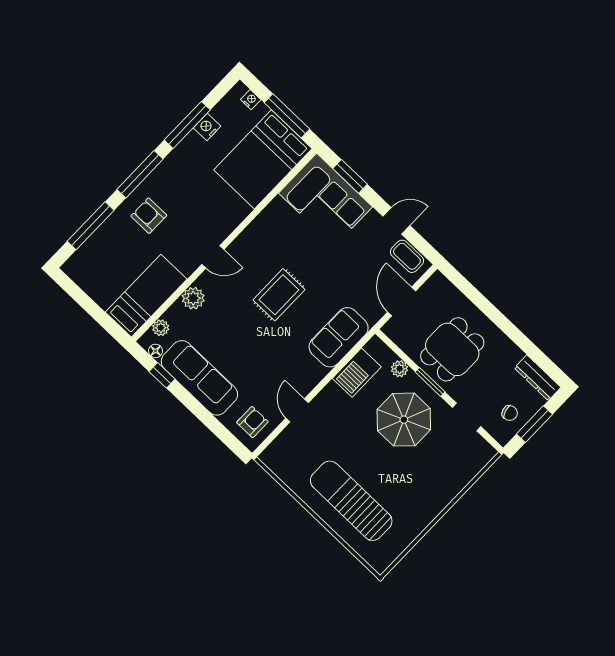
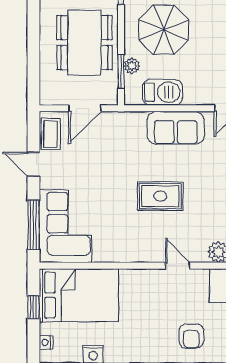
window: (287, 116) -> (33, 307), width x0.46
window: (350, 176) -> (33, 225), width x1.44
sofa: (339, 337) -> (176, 128), moved
dining table: (452, 349) -> (84, 43), width x1.37
window: (430, 382) -> (121, 71), moved

